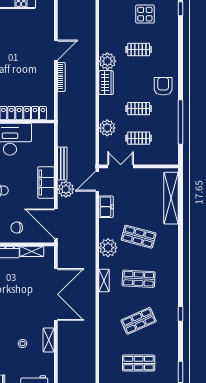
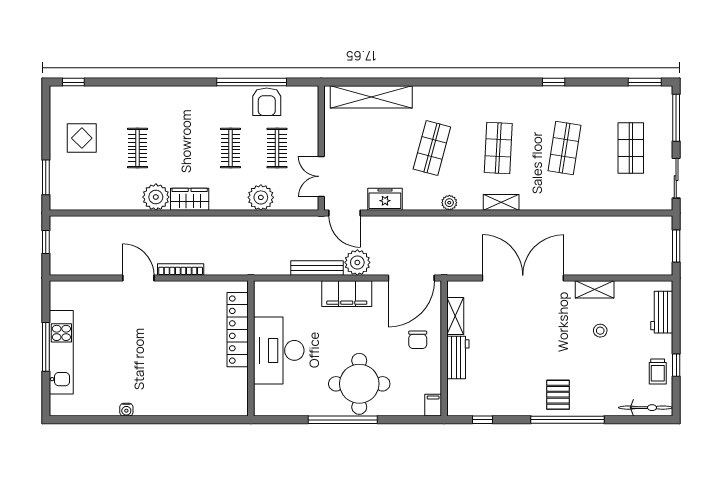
armchair: (163, 86) -> (267, 102), moved, turned -90
plant: (108, 248) -> (449, 203), width x0.53, depth x0.53
shop shelf: (139, 321) -> (565, 148), turned 33

